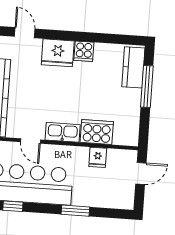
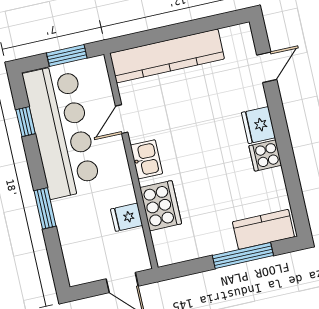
fridge: (58, 53) -> (258, 125), width x0.73, depth x0.75
kitchen sink: (63, 132) -> (146, 159), width x0.73

